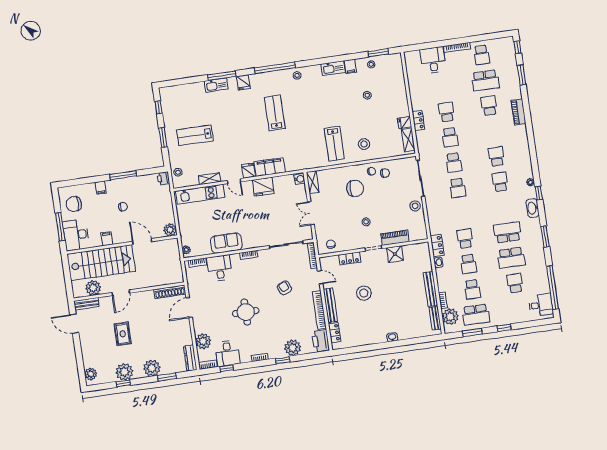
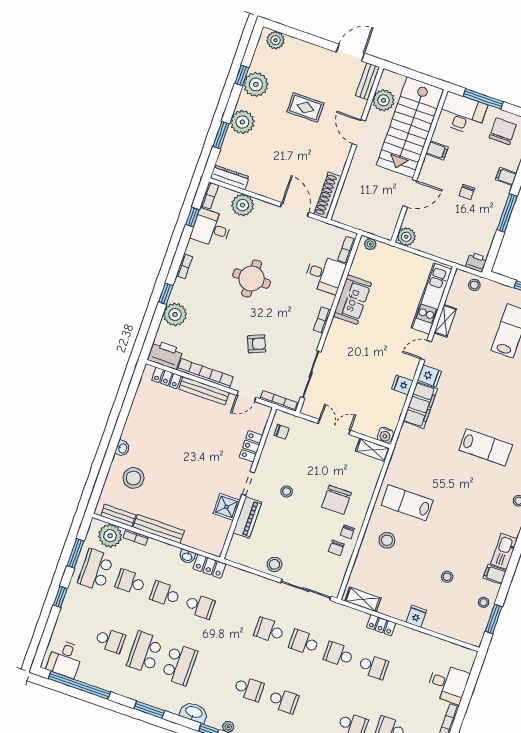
fridge: (405, 122) -> (416, 616), moved
fridge: (263, 187) -> (402, 385), width x0.53, depth x0.75
stool: (364, 293) -> (133, 478), moved

